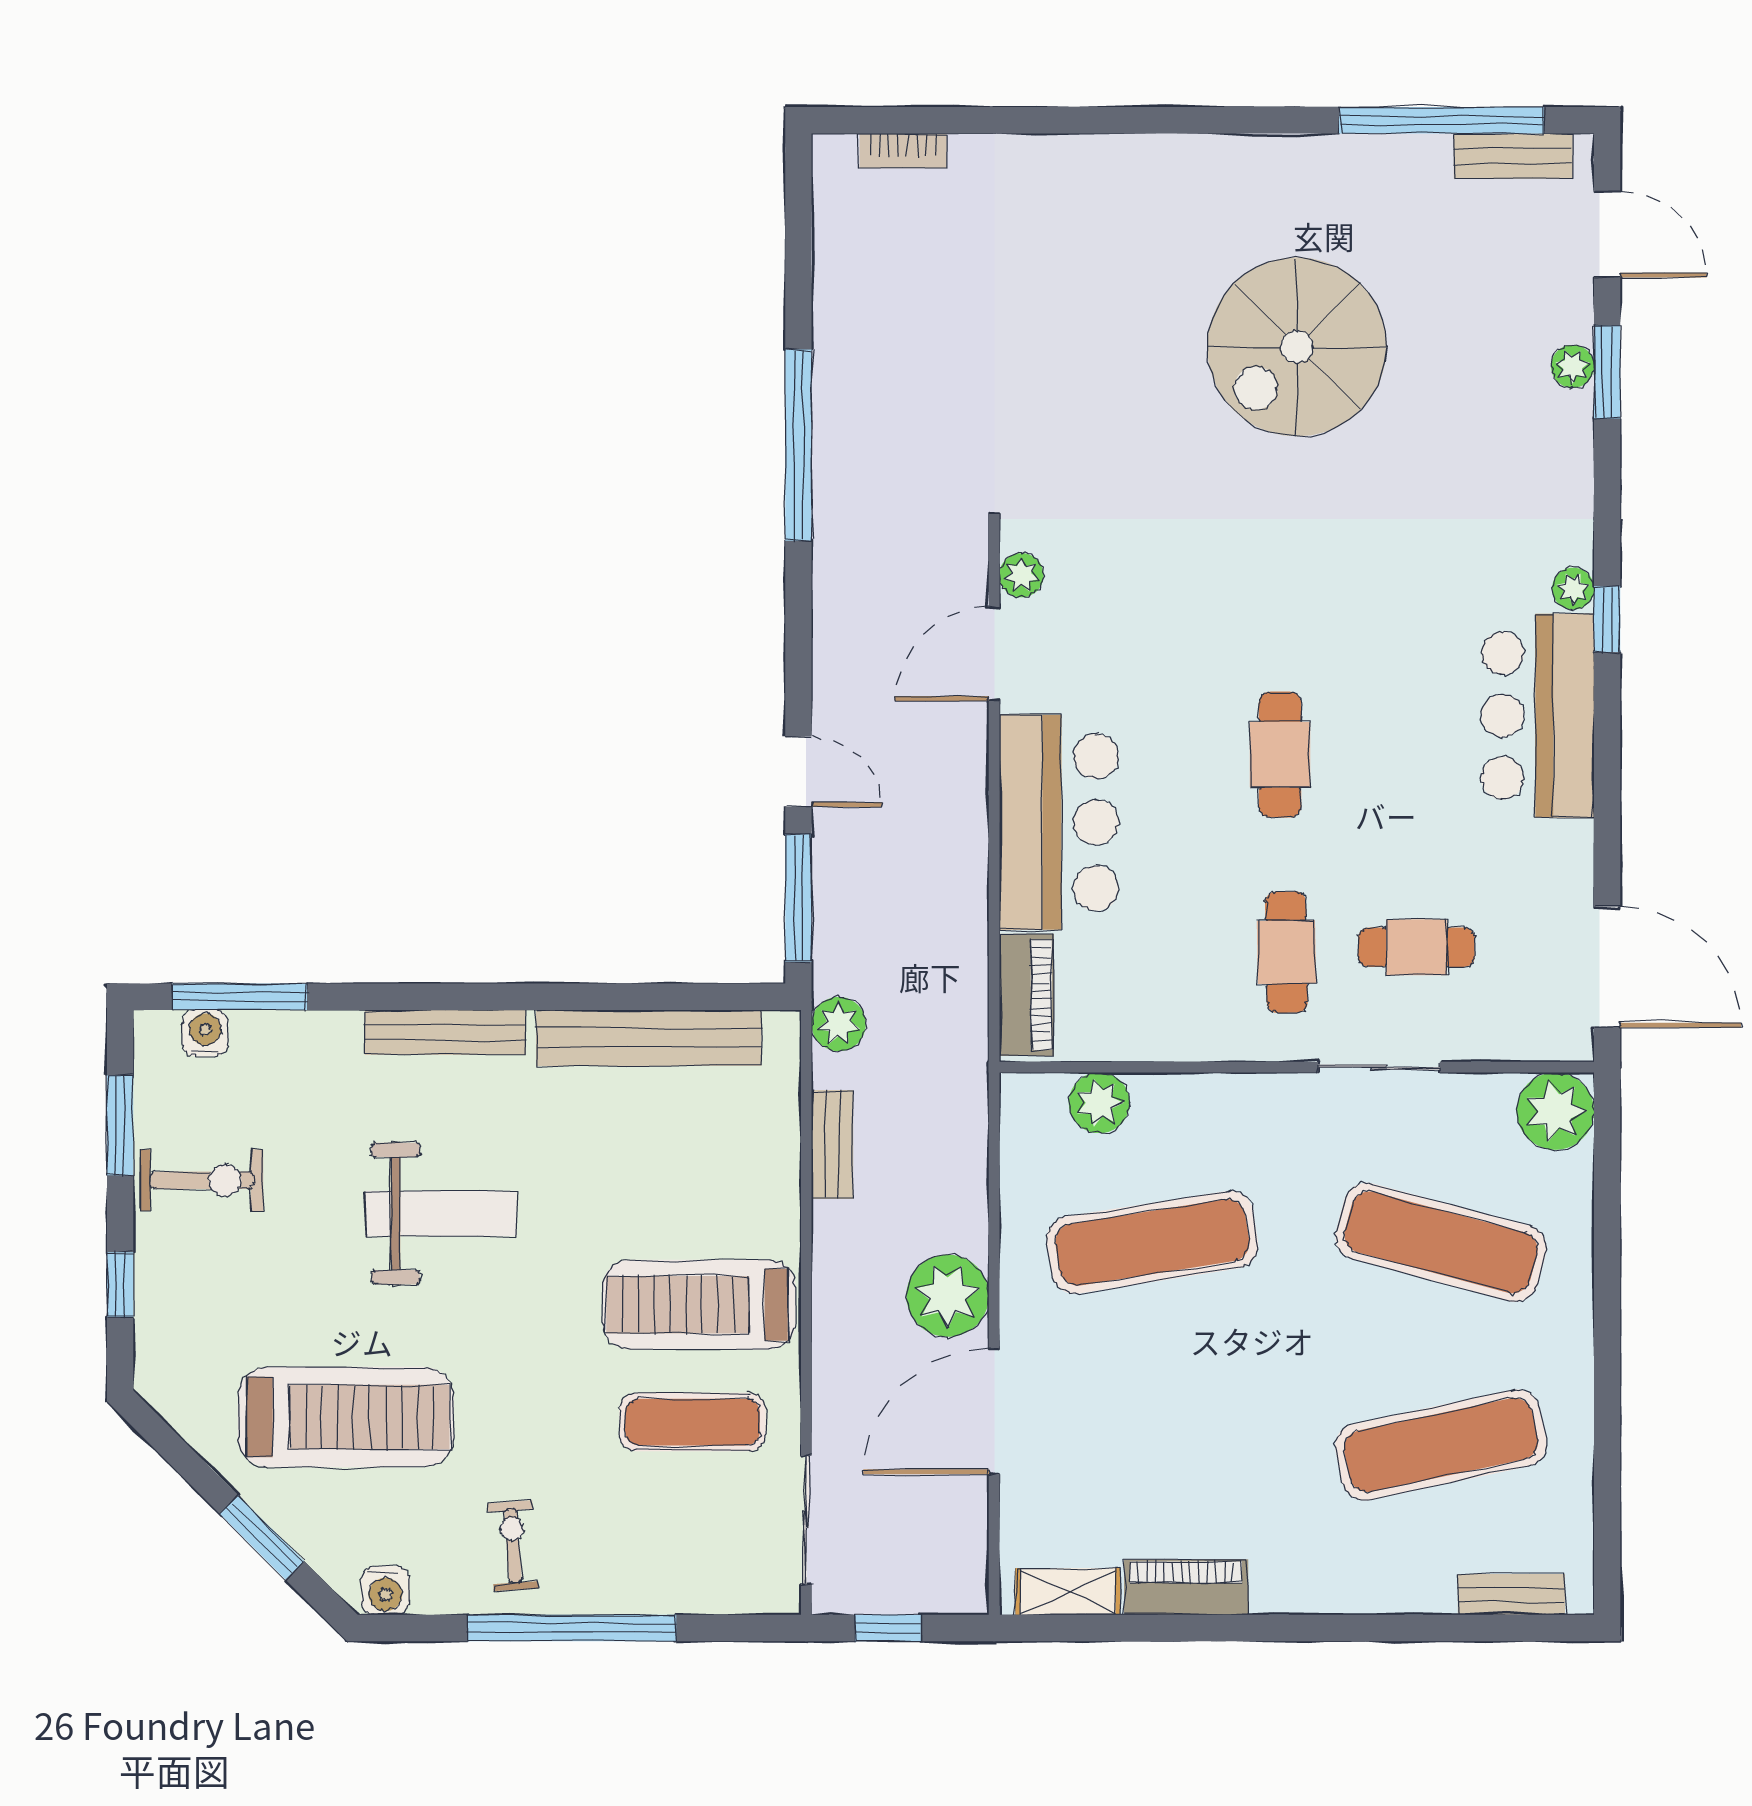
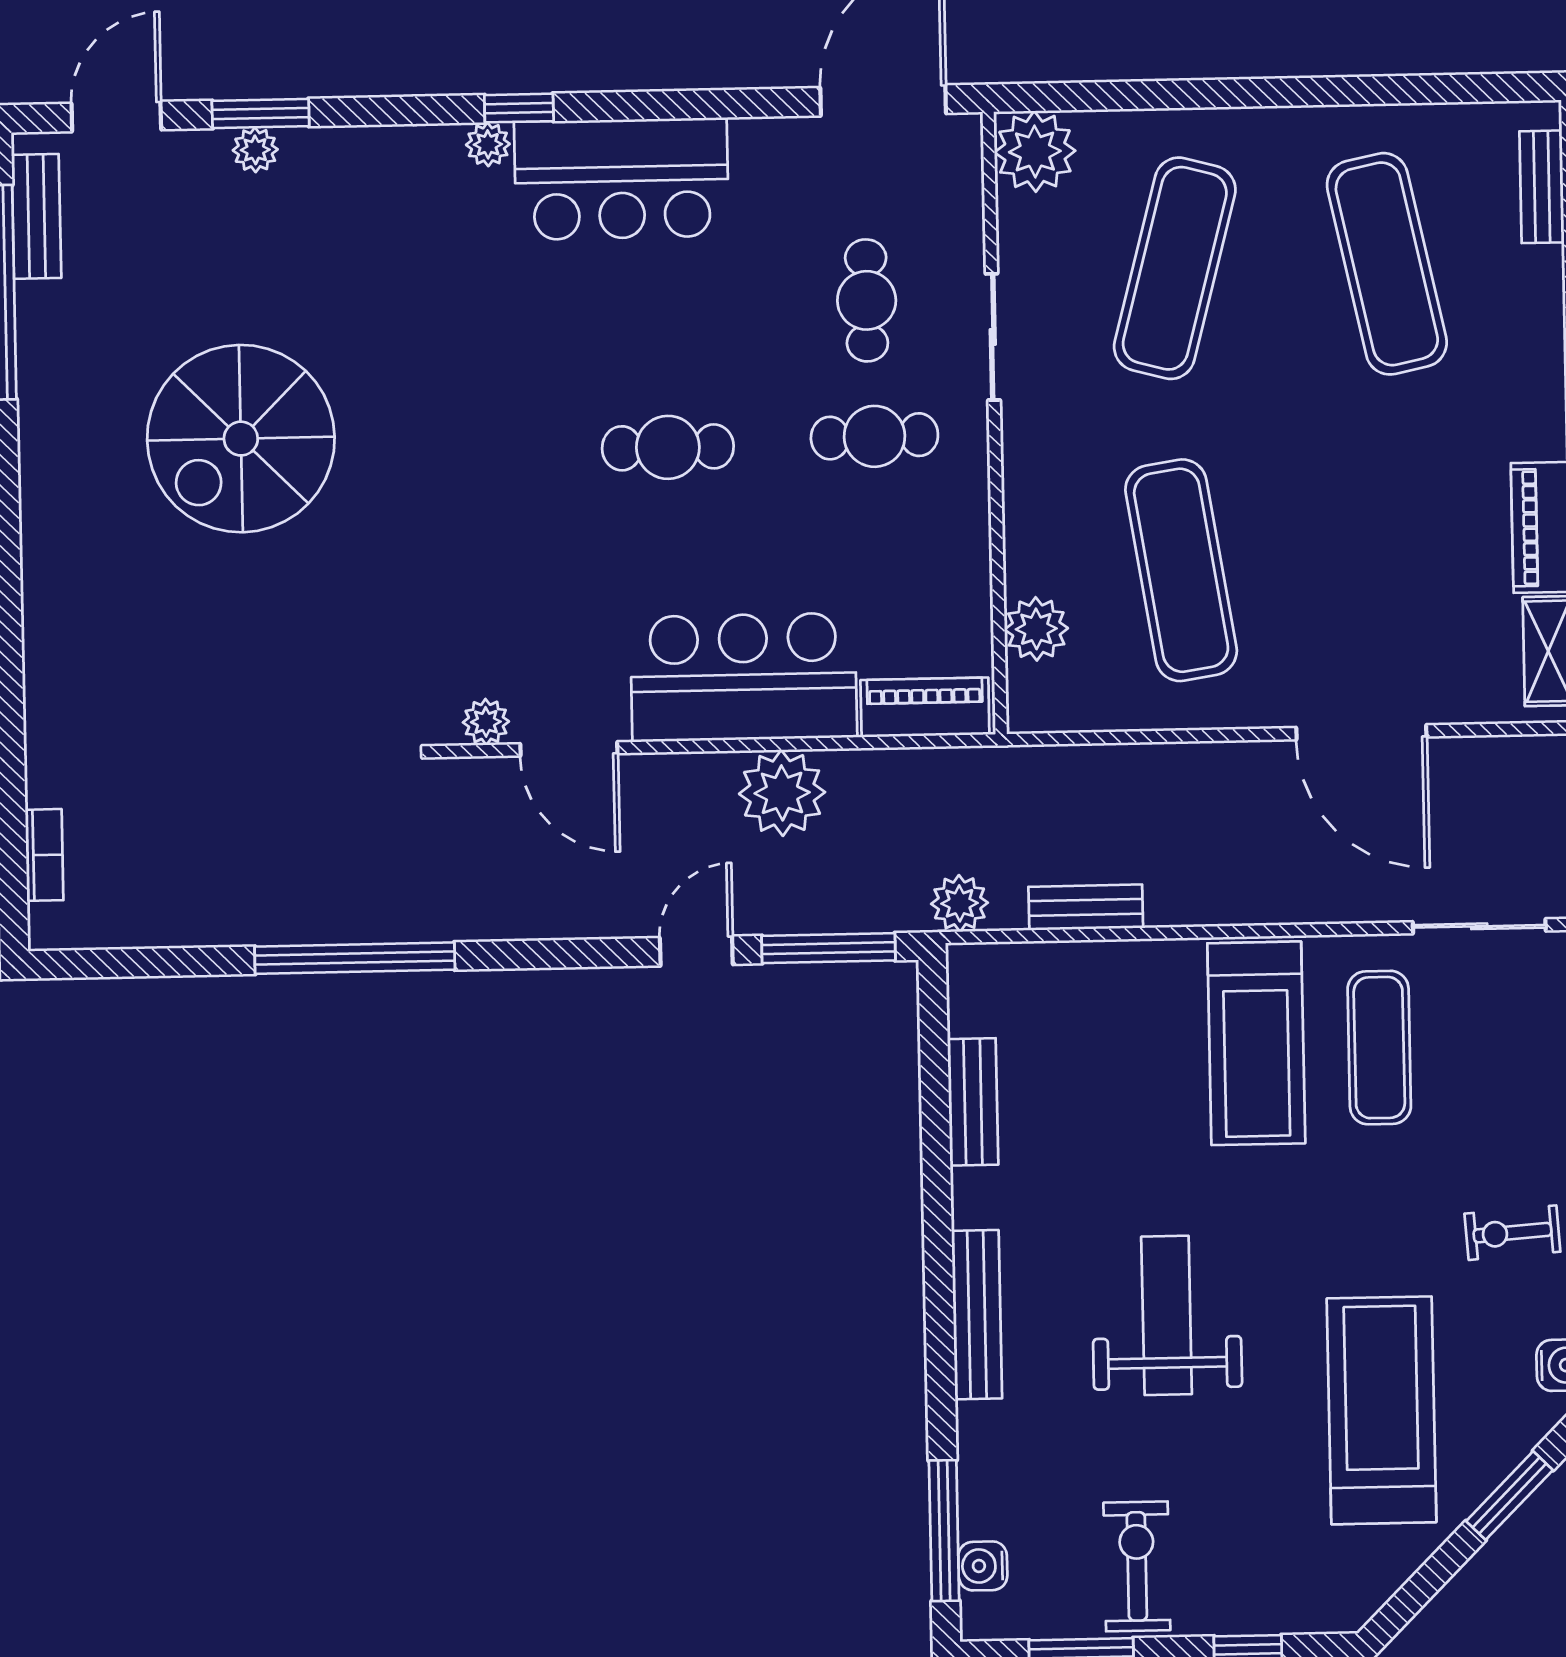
spiral stairs: (1297, 347) -> (241, 439), turned 90
bench: (649, 1038) -> (973, 1102), width x0.54, depth x0.82
plant: (948, 1296) -> (782, 793), moved

